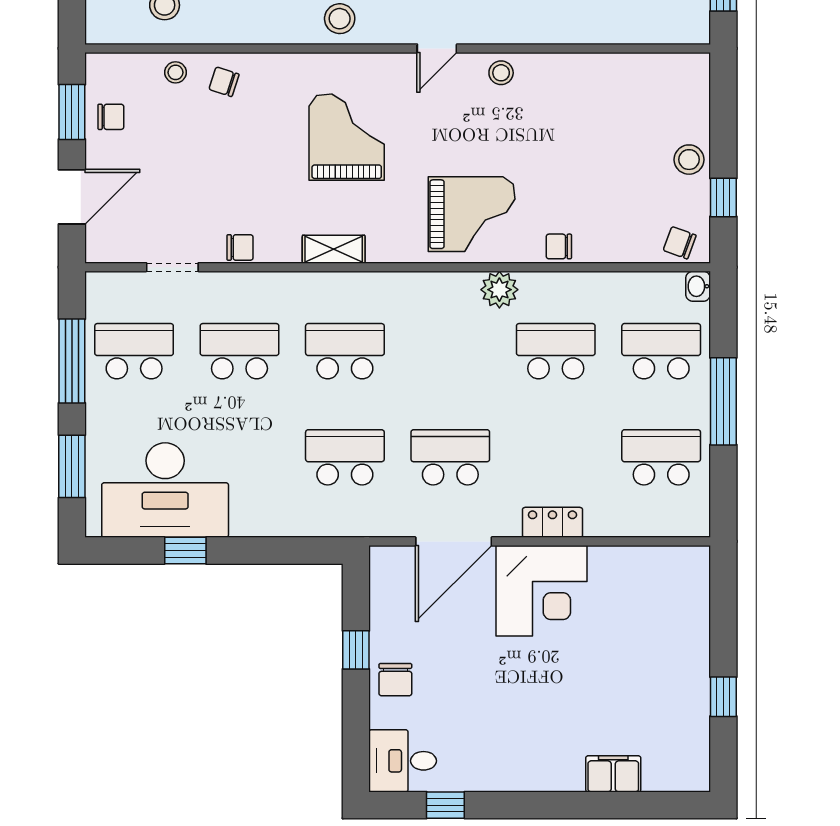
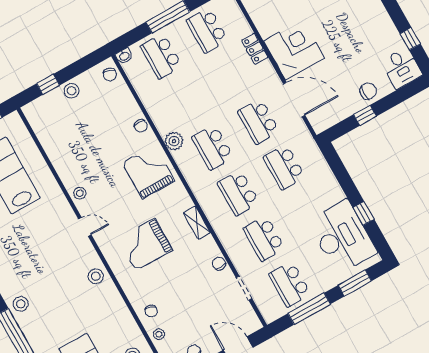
window: (723, 197) -> (48, 84), moved
school desk: (556, 351) -> (213, 147), moved
locker: (552, 522) -> (255, 49), moved

